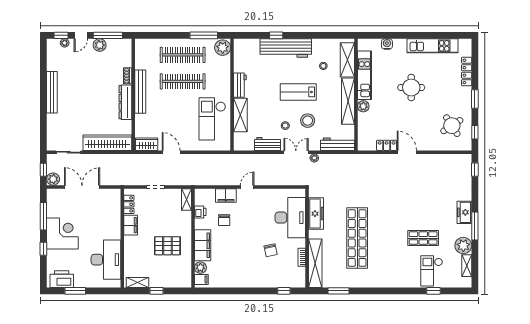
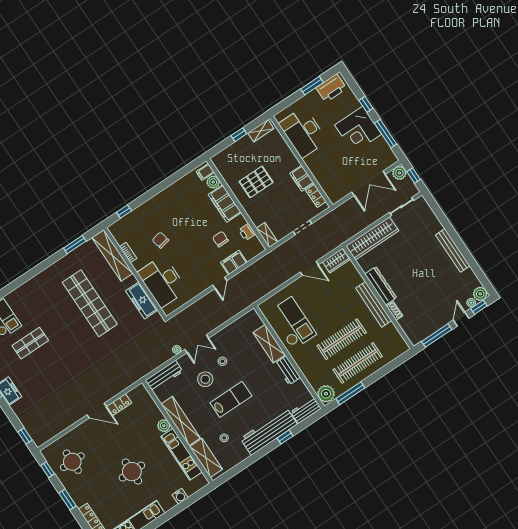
plant: (100, 45) -> (480, 294), moved
round table: (452, 126) -> (72, 462), turned 33
workbench: (268, 144) -> (306, 410), moved, turned 180

